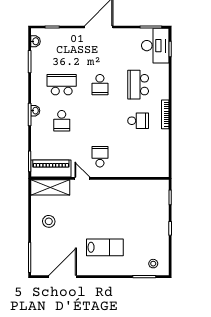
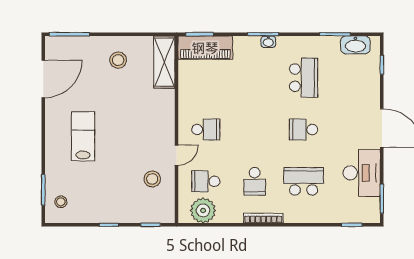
washbasin: (35, 41) -> (355, 45), width x1.91, depth x1.45
desk: (155, 46) -> (362, 173), moved, turned -90
school desk: (62, 121) -> (206, 181), moved
plant: (160, 159) -> (203, 210), added
piano: (51, 168) -> (205, 48), moved, turned 90
door: (82, 178) -> (176, 155), moved
stool: (136, 196) -> (152, 179), added
lab bench: (105, 247) -> (83, 136), turned 180
door: (63, 277) -> (43, 79), hinge flipped

